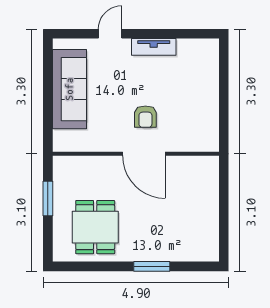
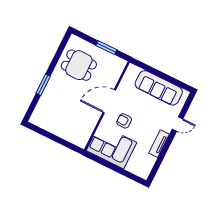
door: (110, 34) -> (177, 124), hinge flipped
corner sofa: (194, 117) -> (111, 147), added
door: (144, 154) -> (109, 101), moved

